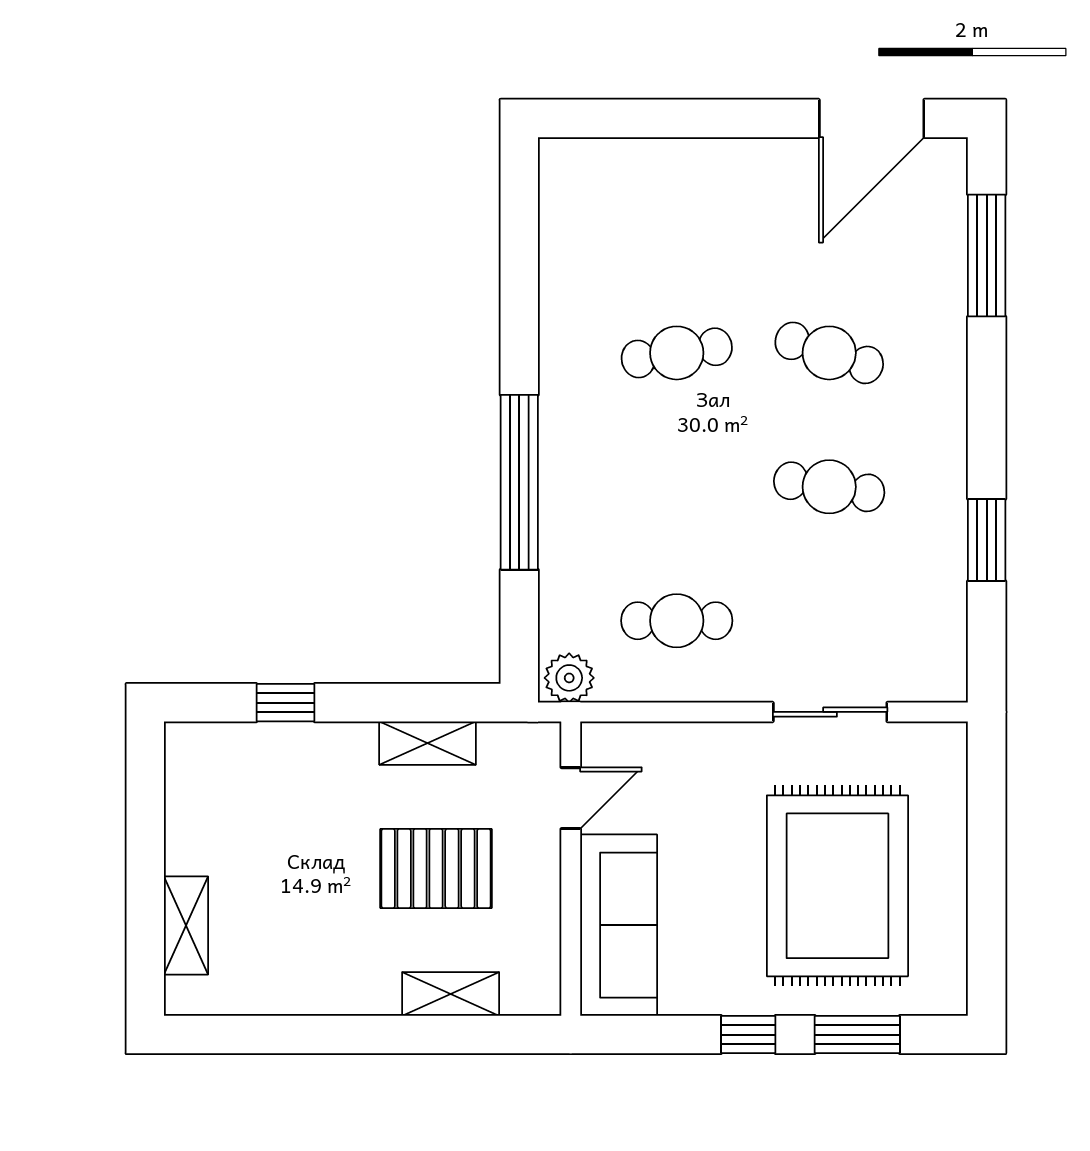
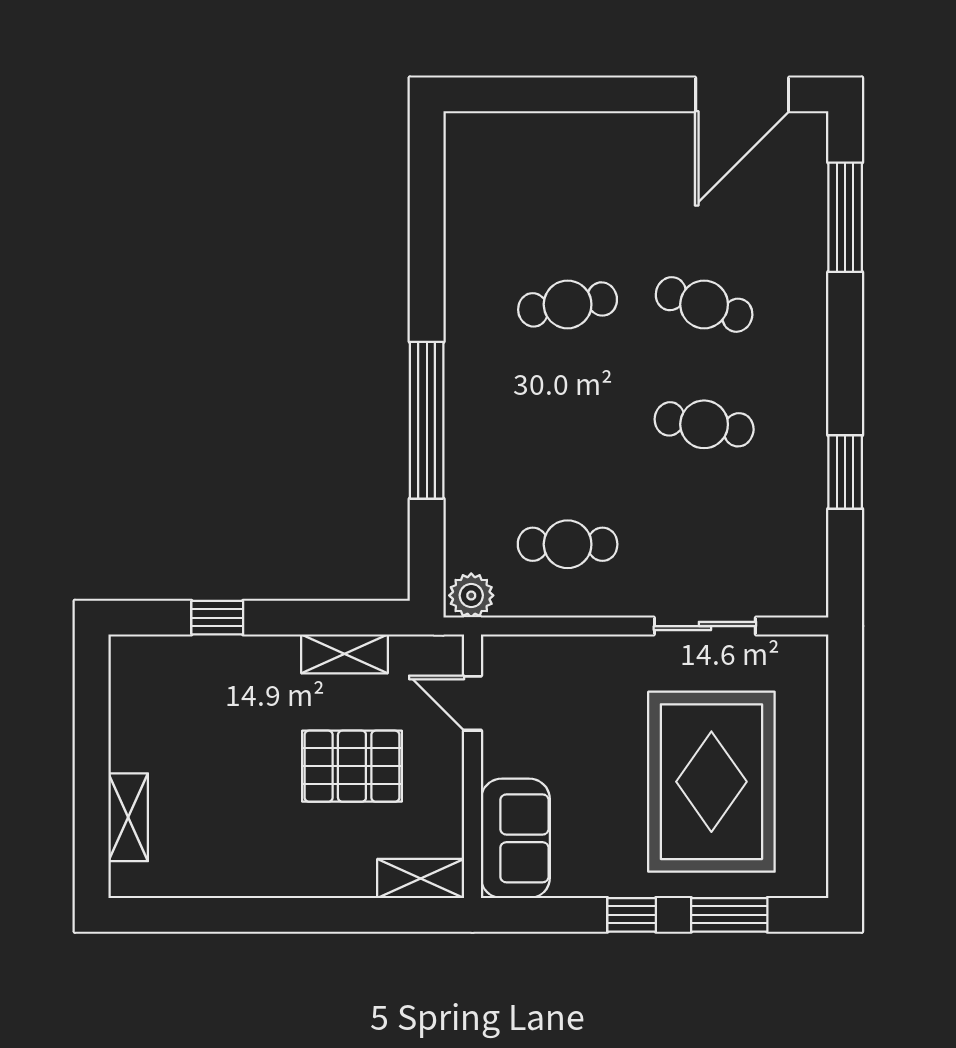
door: (571, 798) -> (473, 703), swing flipped
sofa: (619, 925) -> (515, 838), width x0.73
shelving: (451, 994) -> (421, 879), moved

